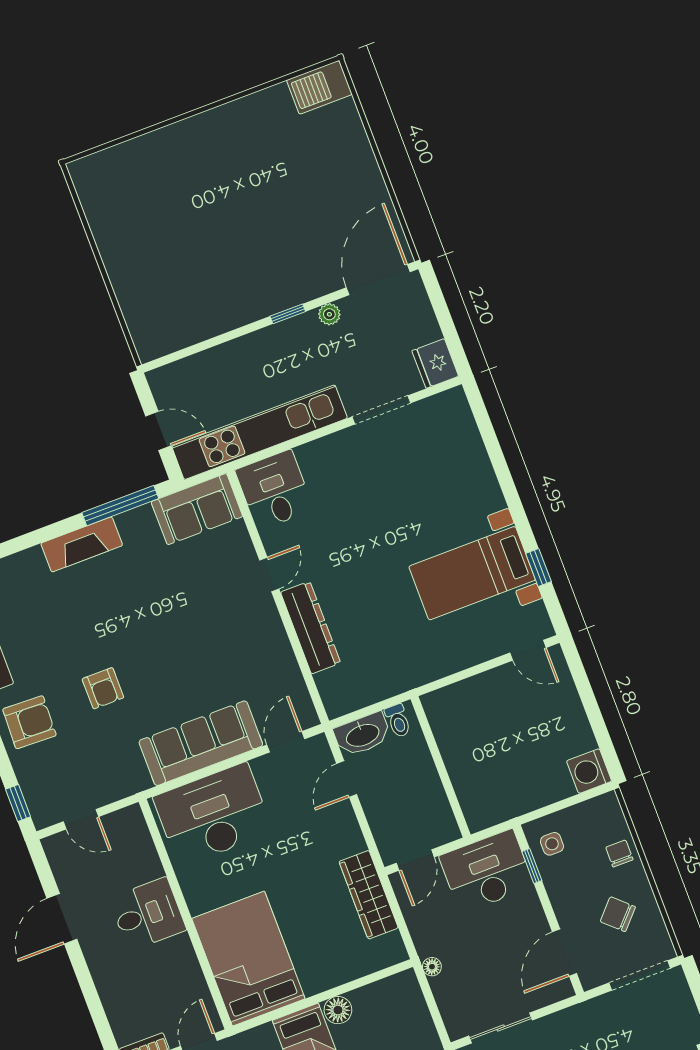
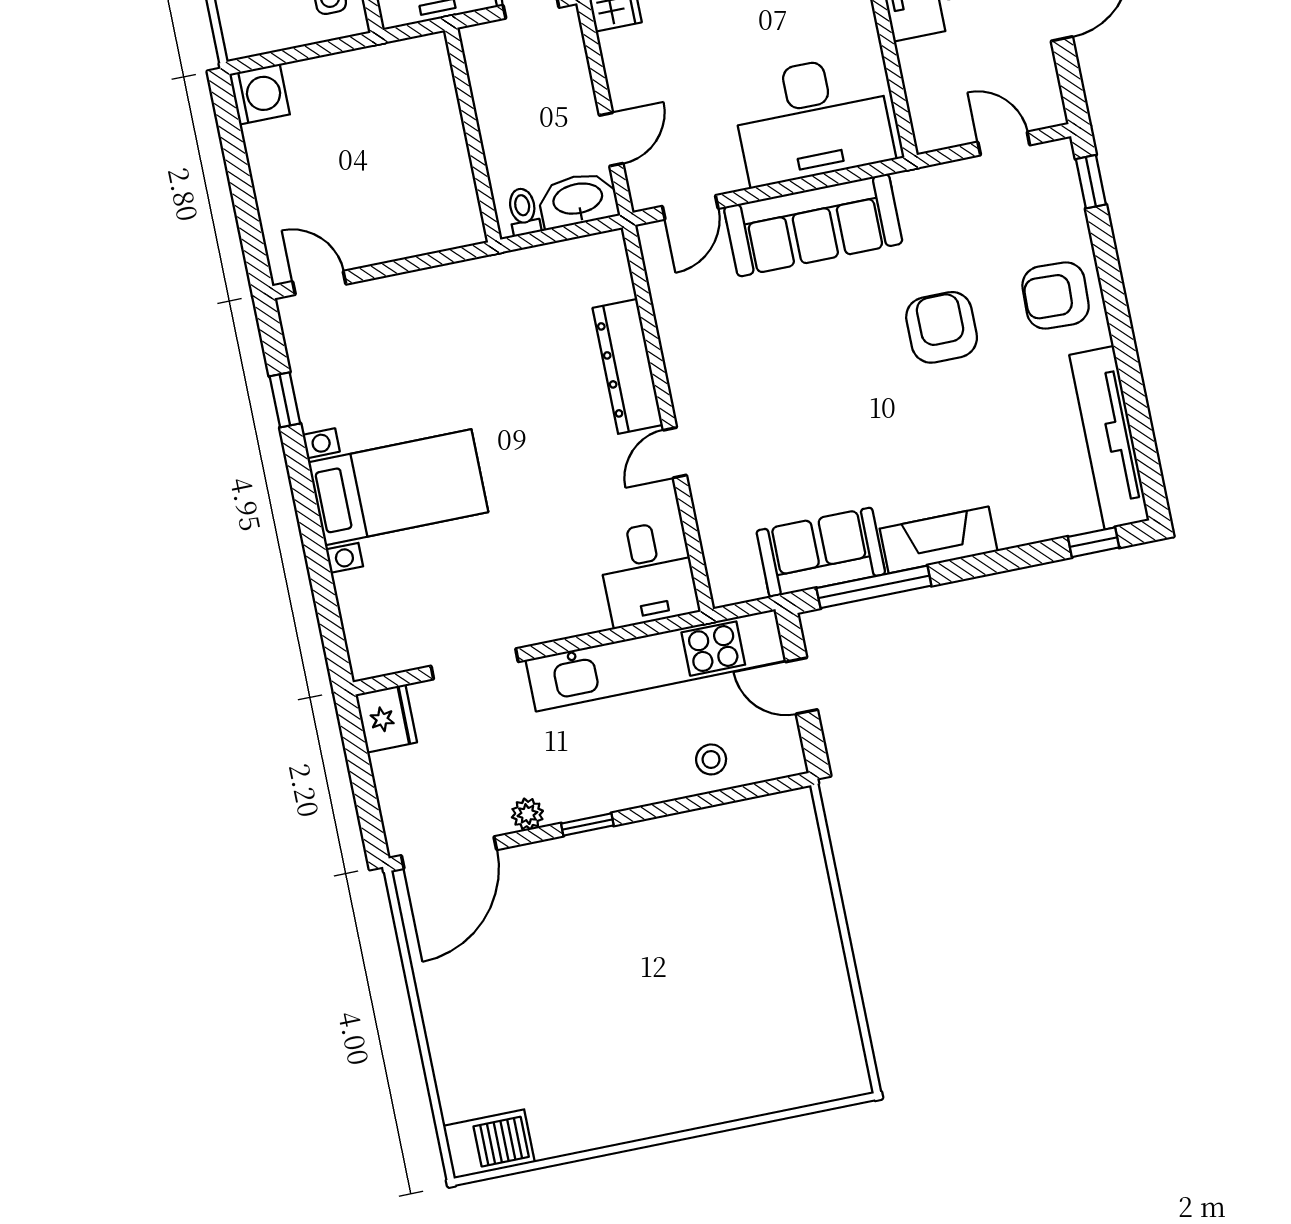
stool: (211, 371) -> (711, 759), added
sofa: (197, 509) -> (821, 552), moved
bed with nightstands: (472, 573) -> (398, 487), moved
armchair: (103, 688) -> (942, 327), width x1.38, depth x1.38

